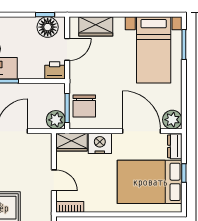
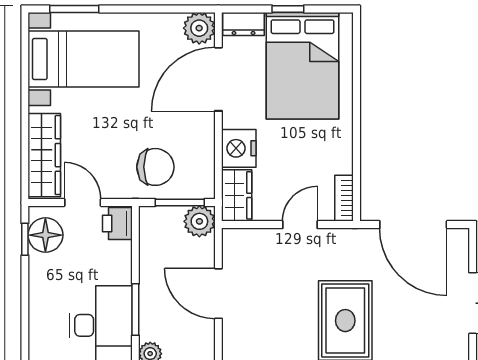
wardrobe: (96, 26) -> (44, 155), width x1.50
chair: (84, 106) -> (155, 167), moved

